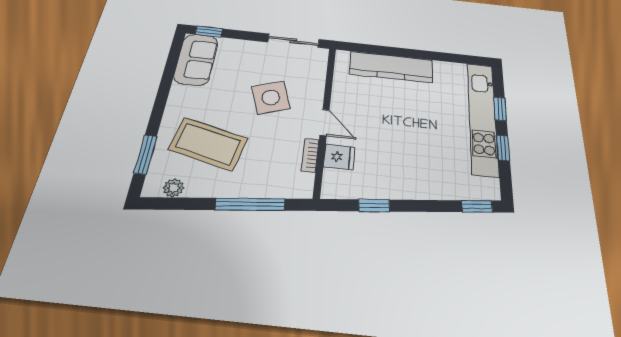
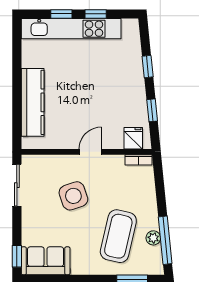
bookcase: (310, 155) -> (138, 160), moved
fridge: (339, 157) -> (133, 138), moved
plant: (173, 188) -> (153, 238), moved
window: (250, 204) -> (165, 240), moved
window: (477, 206) -> (148, 67), moved

